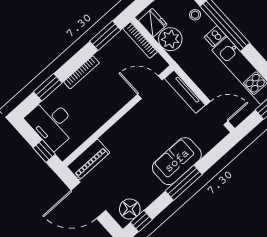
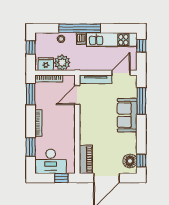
window: (184, 183) -> (141, 101), moved

